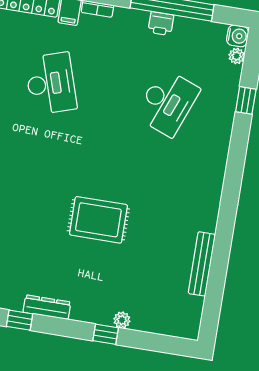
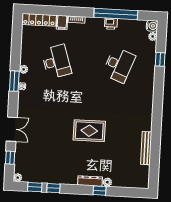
dresser: (47, 307) -> (90, 181), moved

